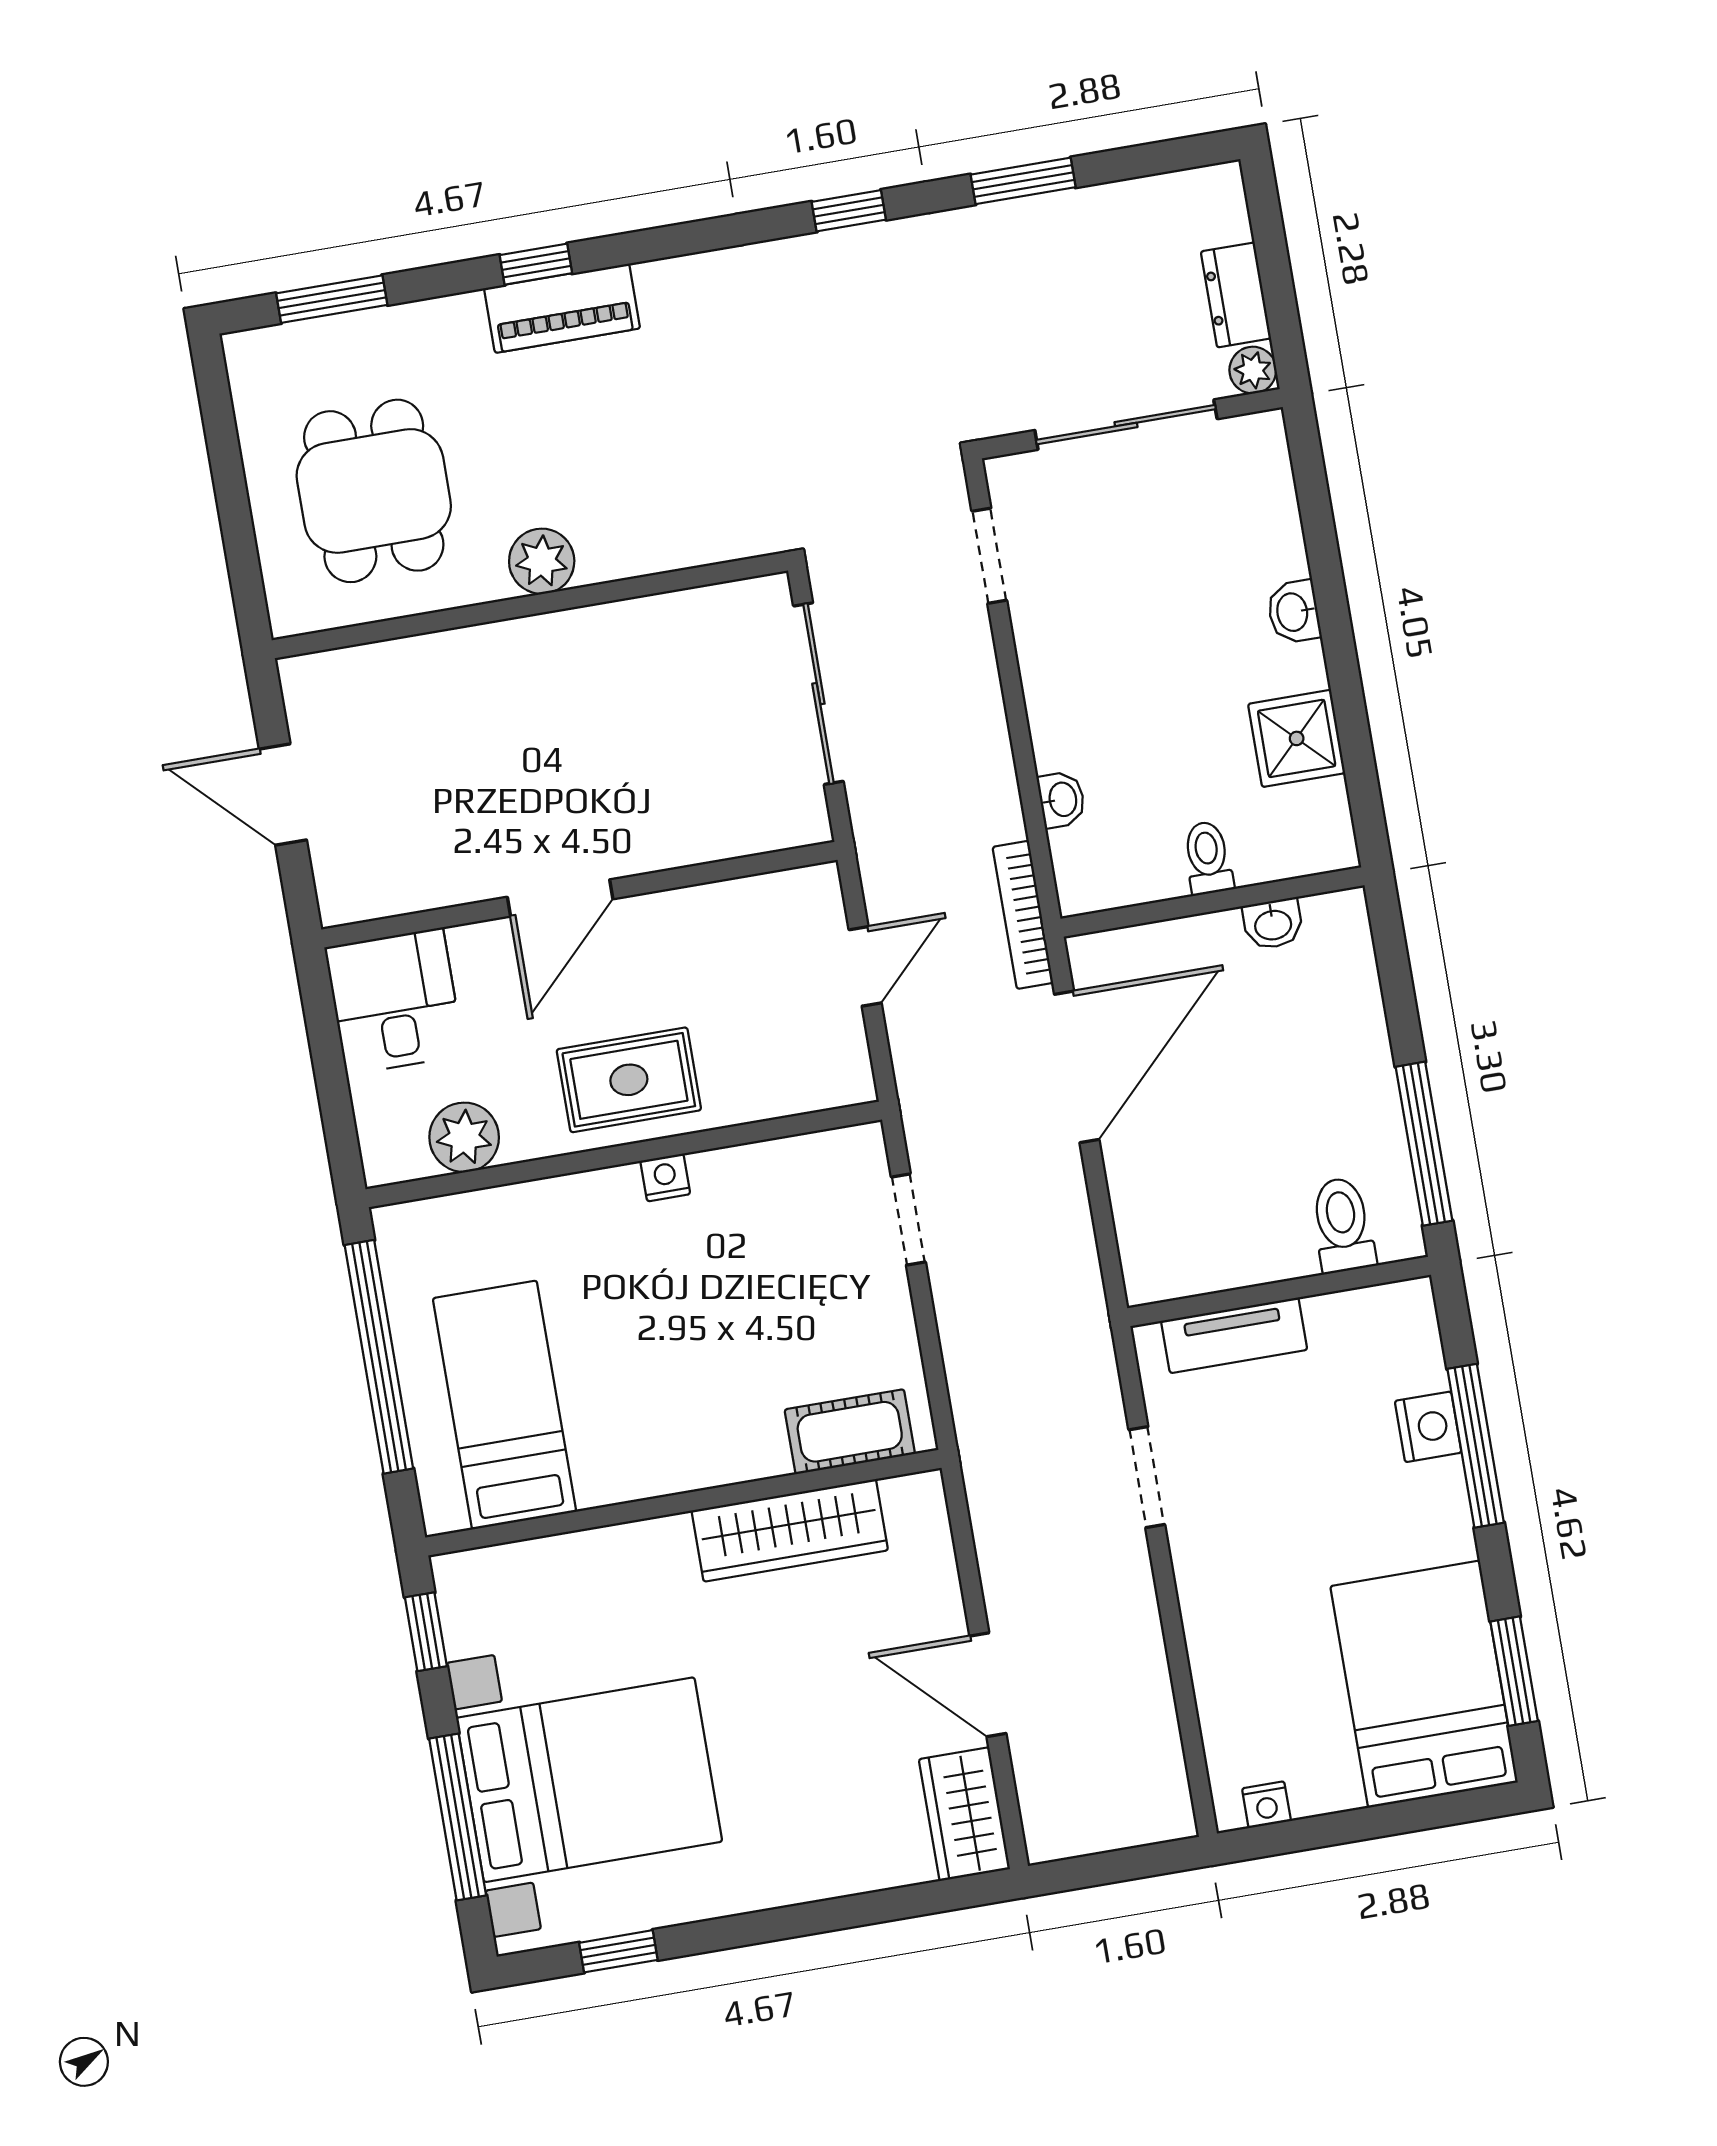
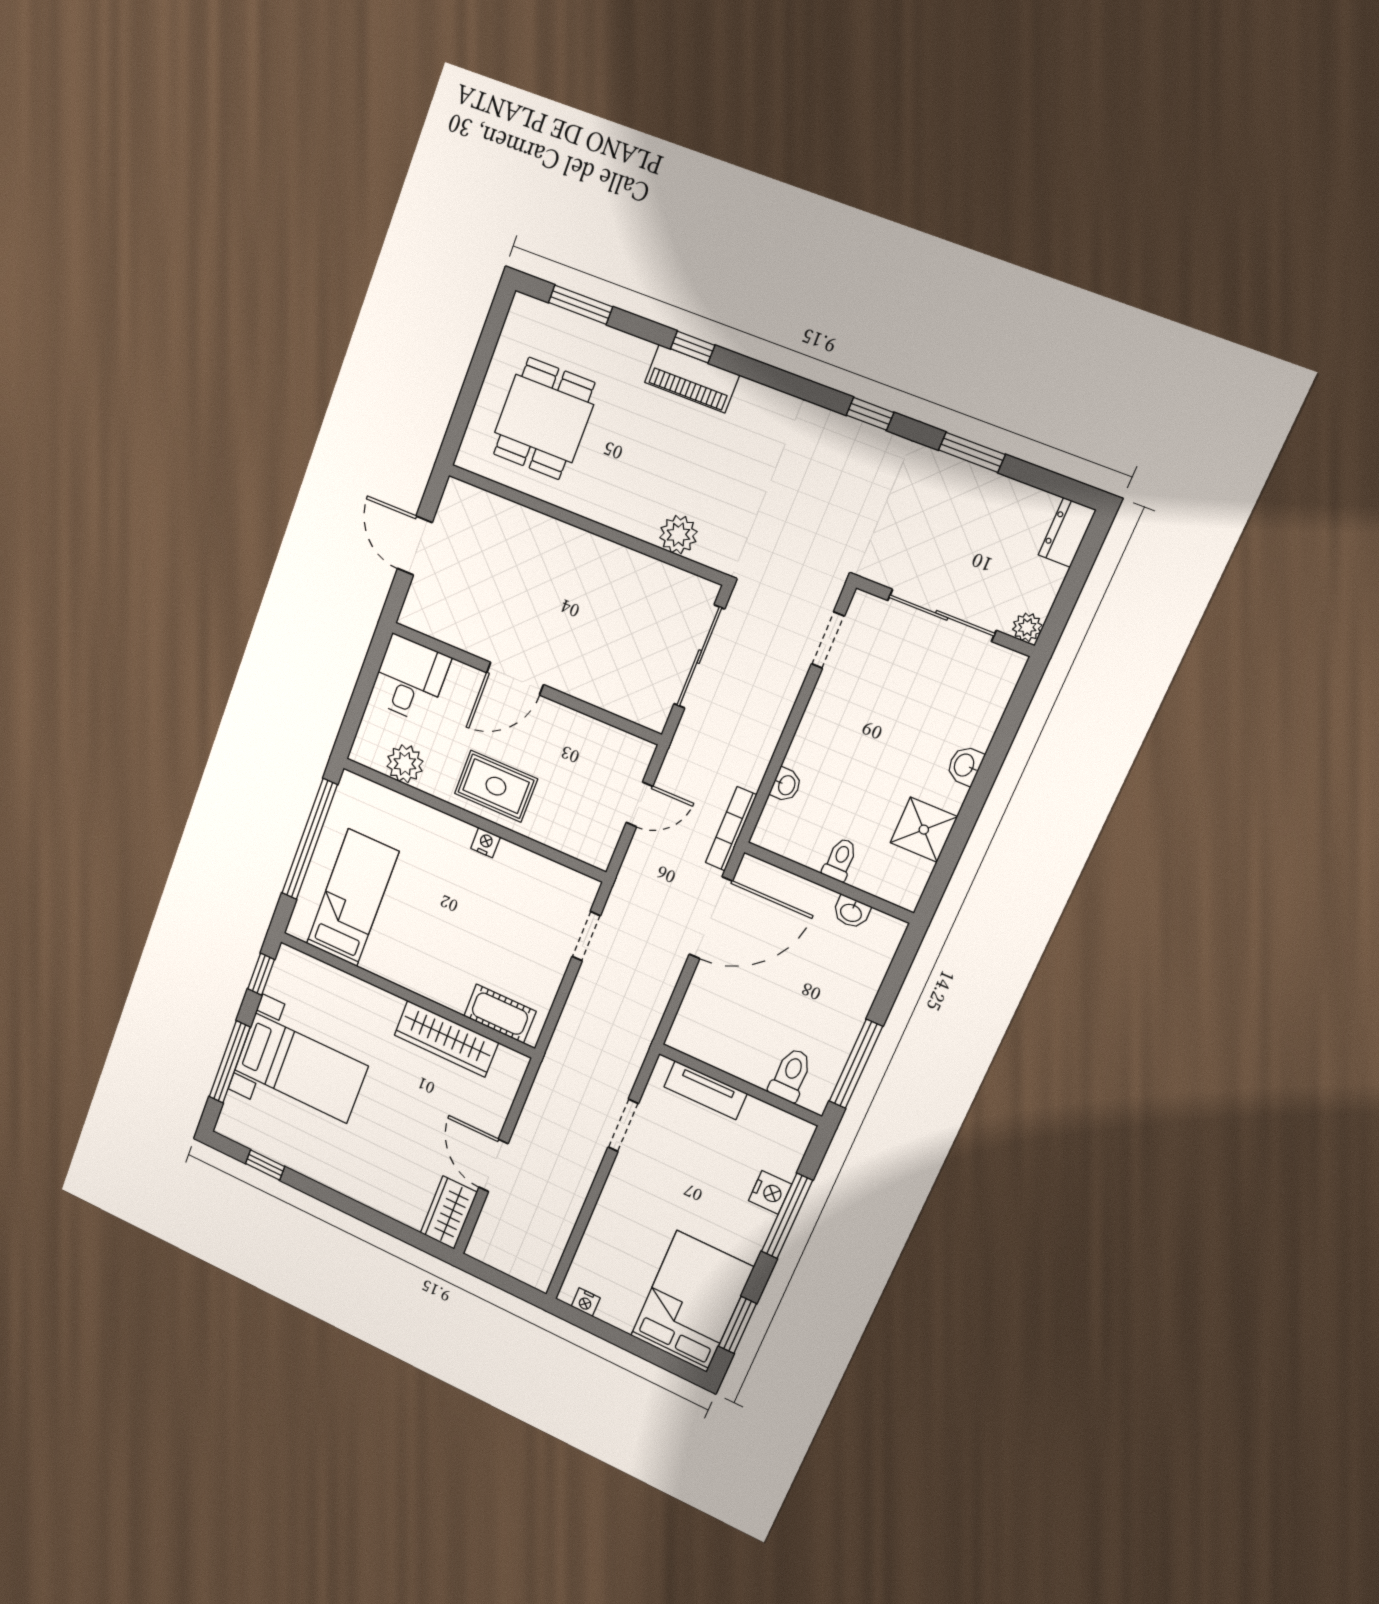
dresser: (1236, 295) -> (1067, 532), moved
plant: (542, 561) -> (678, 535), moved
bed with nightstands: (589, 1780) -> (301, 1068), width x0.73

